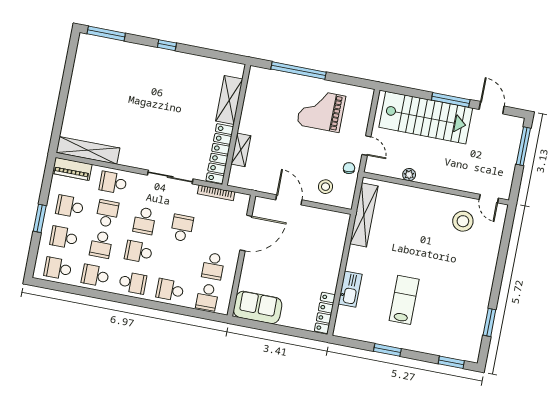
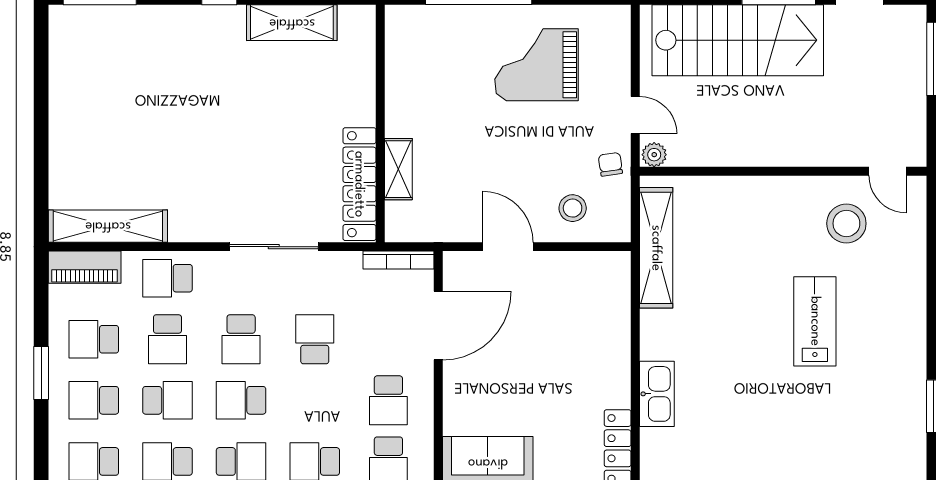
shelving: (229, 100) -> (292, 23), moved, turned 90
plant: (409, 175) -> (654, 155), moved
bookcase: (216, 193) -> (399, 260), moved
school desk: (107, 214) -> (167, 339), turned 180
school desk: (101, 245) -> (167, 400), turned -90
lab bench: (404, 300) -> (815, 321), moved

